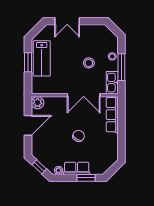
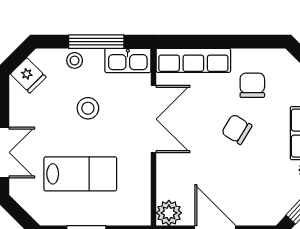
fridge: (105, 34) -> (28, 75), added
lab bench: (42, 58) -> (80, 174), moved
chair: (100, 143) -> (252, 85), added

